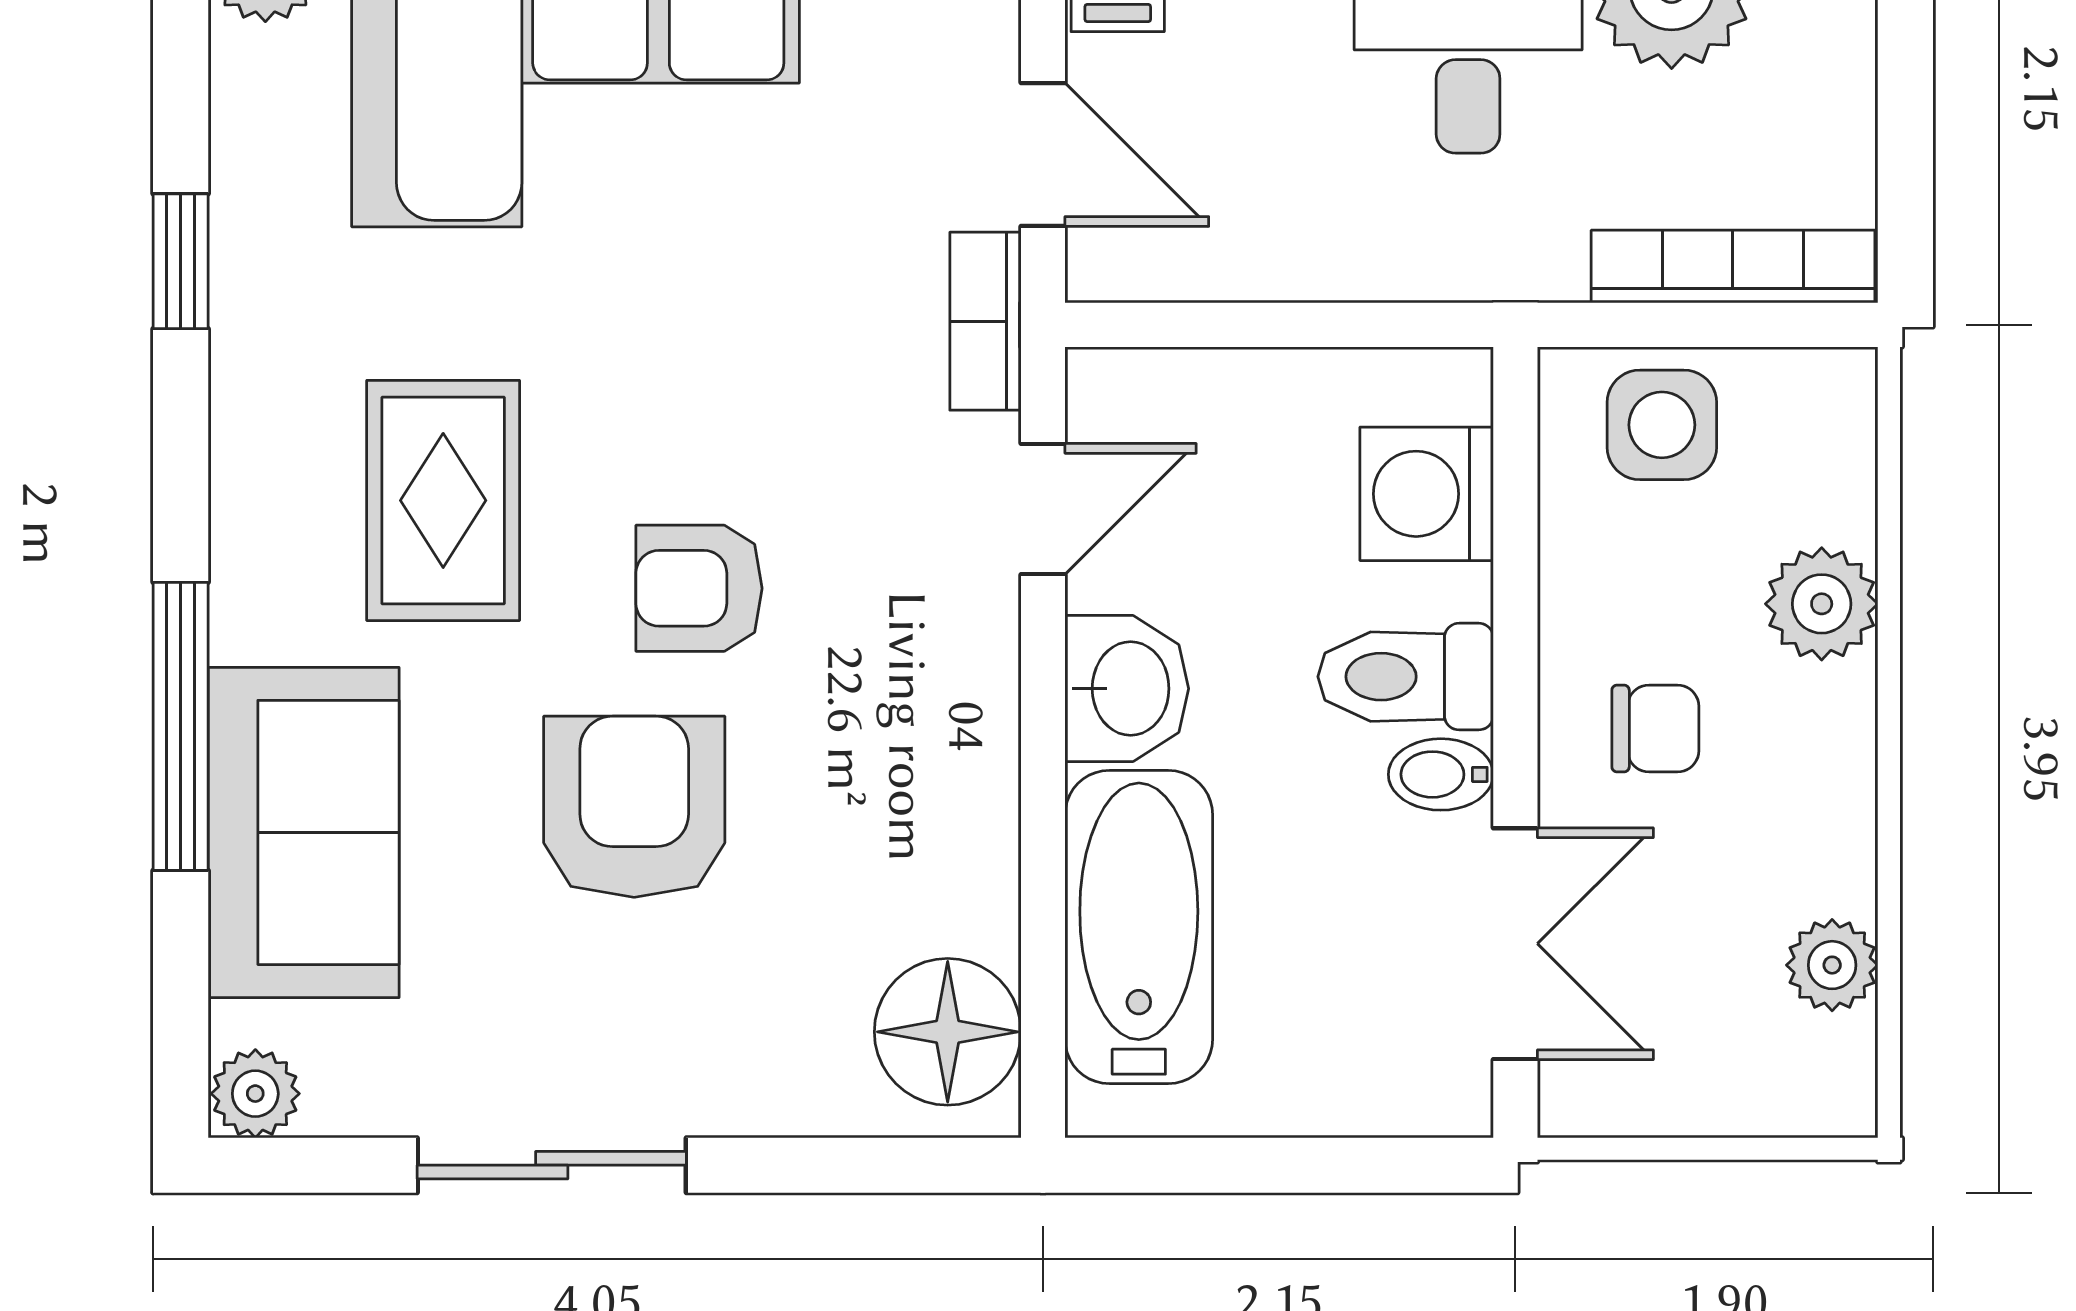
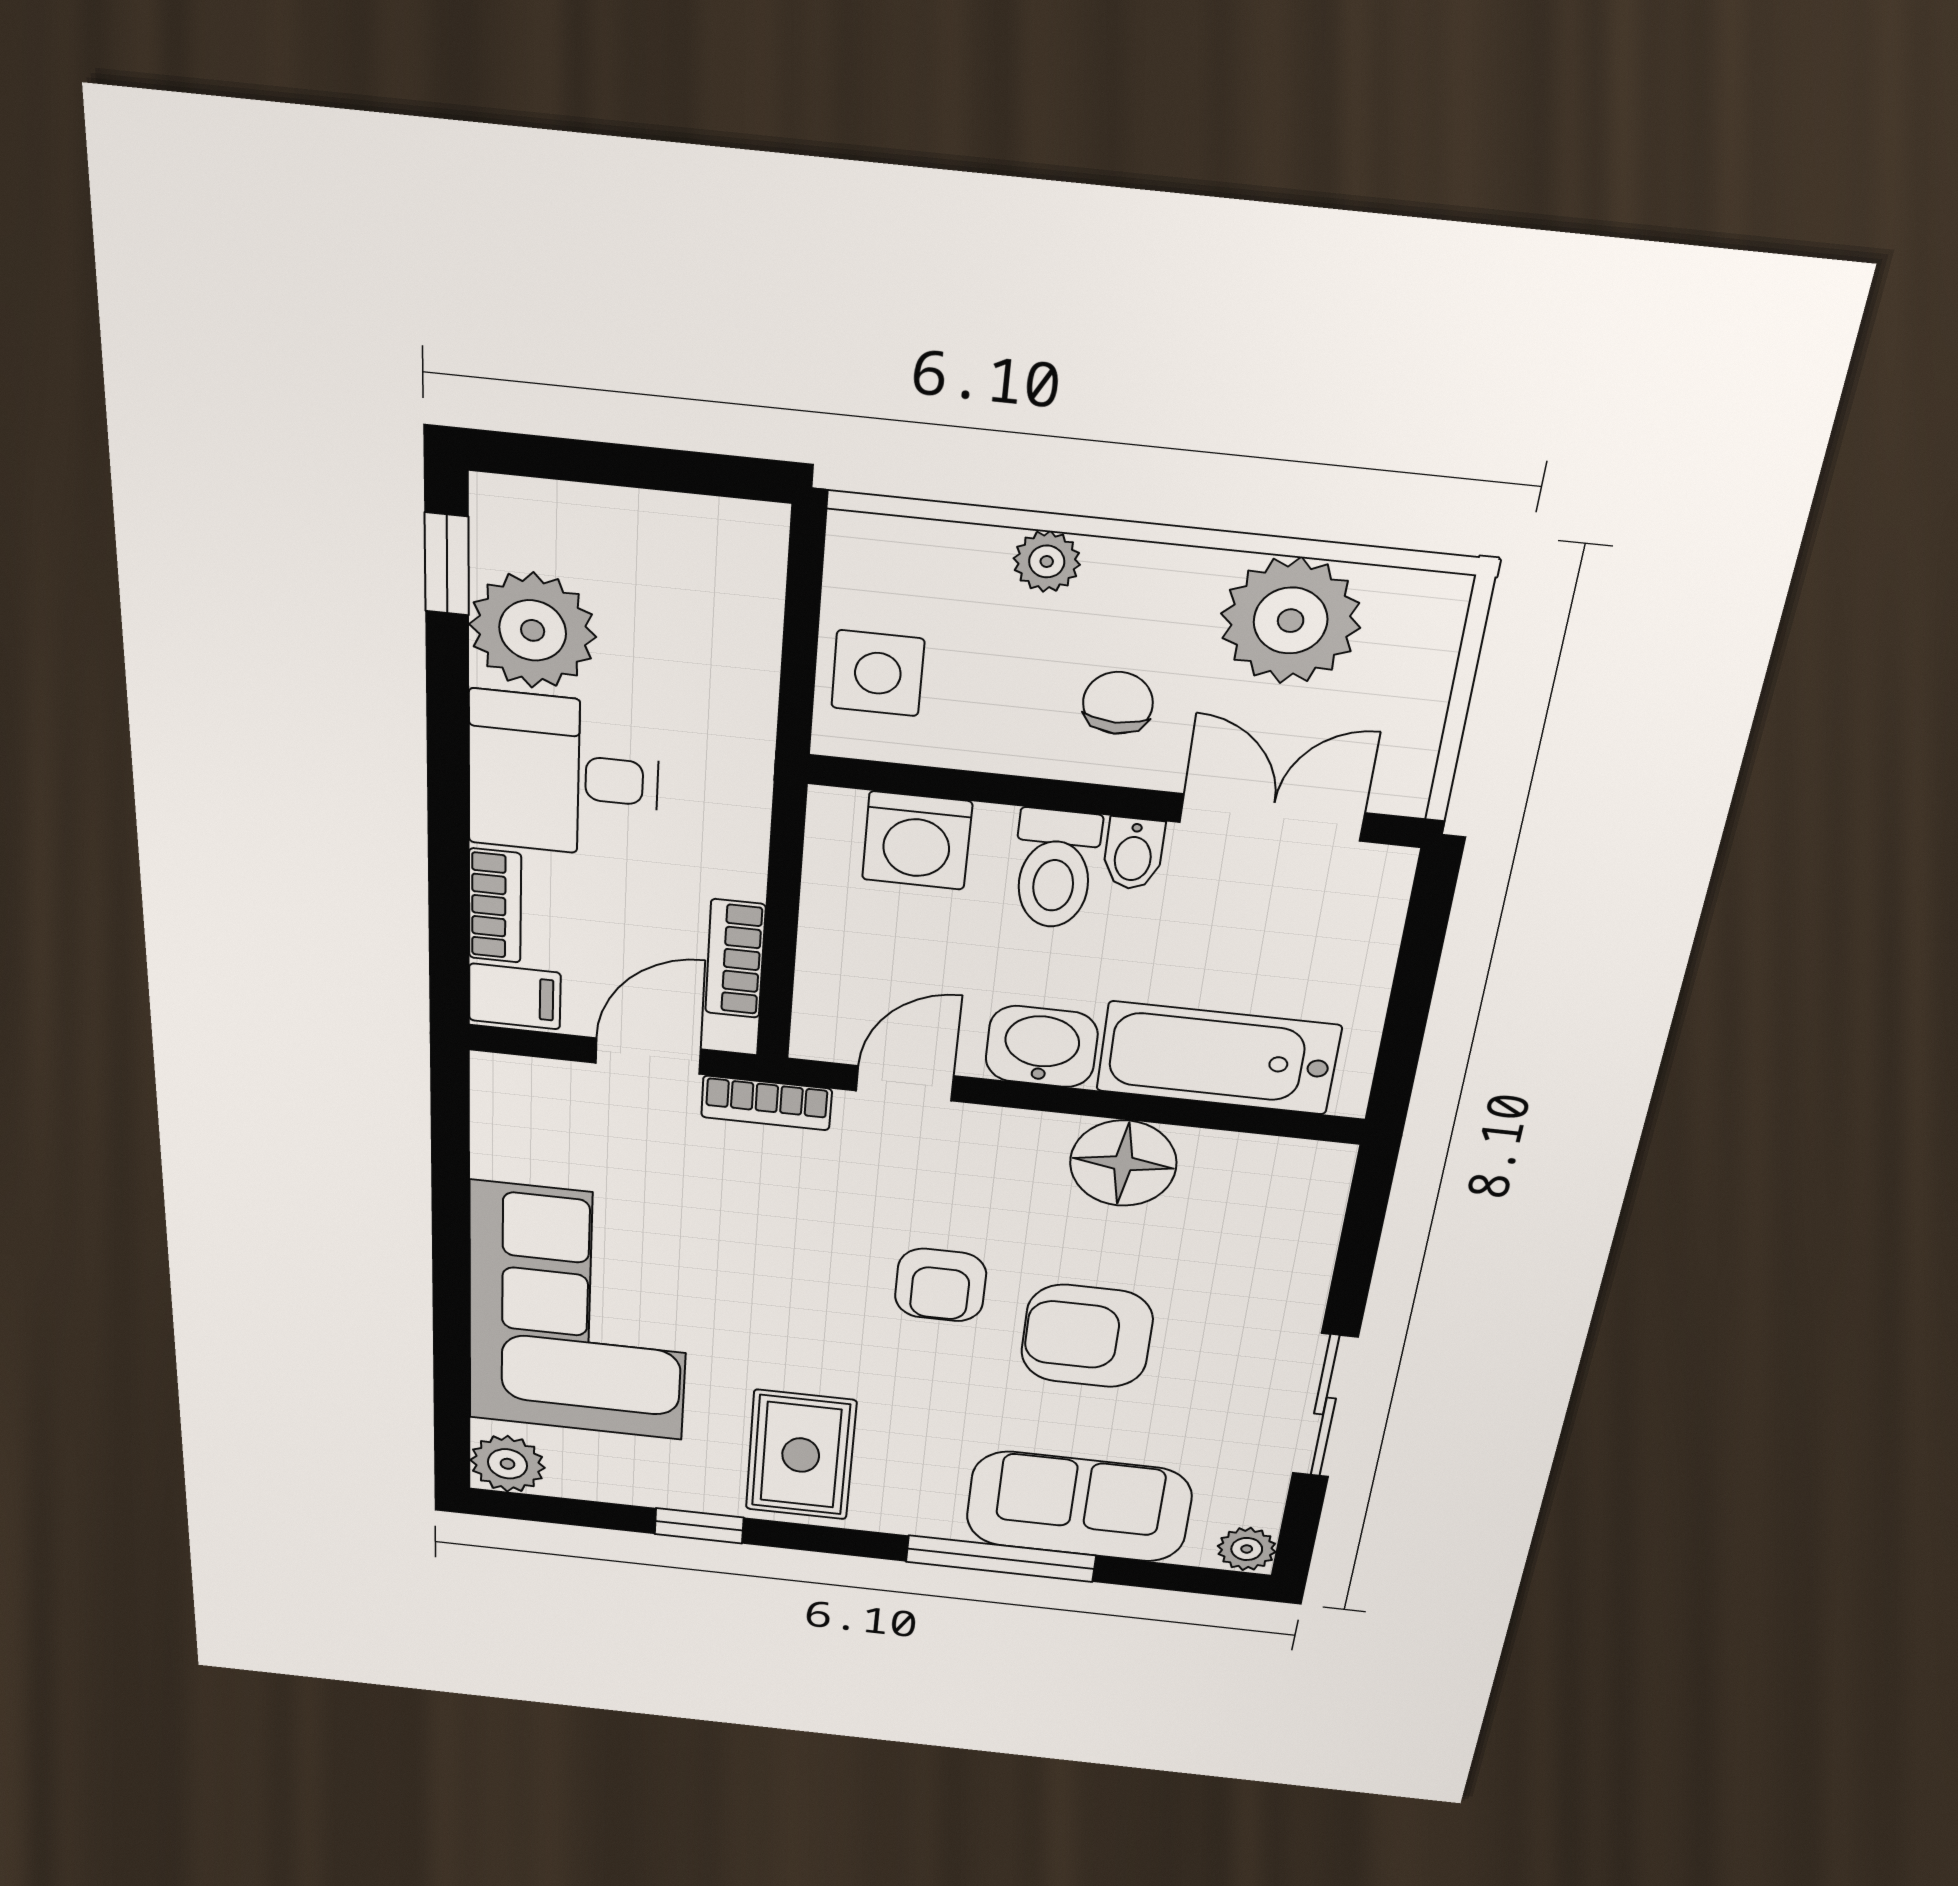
bookcase: (1733, 267) -> (735, 959), moved, width x0.64
rug: (443, 500) -> (801, 1455), moved, turned 90
door: (1043, 509) -> (905, 1083), hinge flipped
plant: (1822, 604) -> (1047, 562), width x0.73, depth x0.73
plant: (1832, 965) -> (1291, 621), width x1.87, depth x1.87
floor lamp: (948, 1032) -> (1123, 1163), moved

